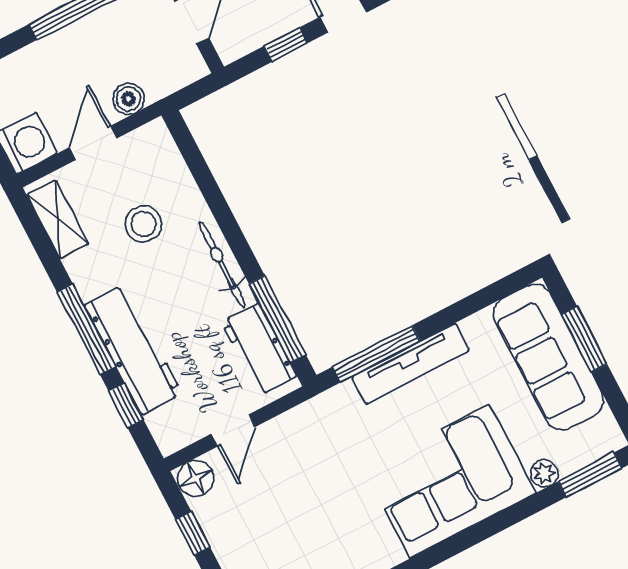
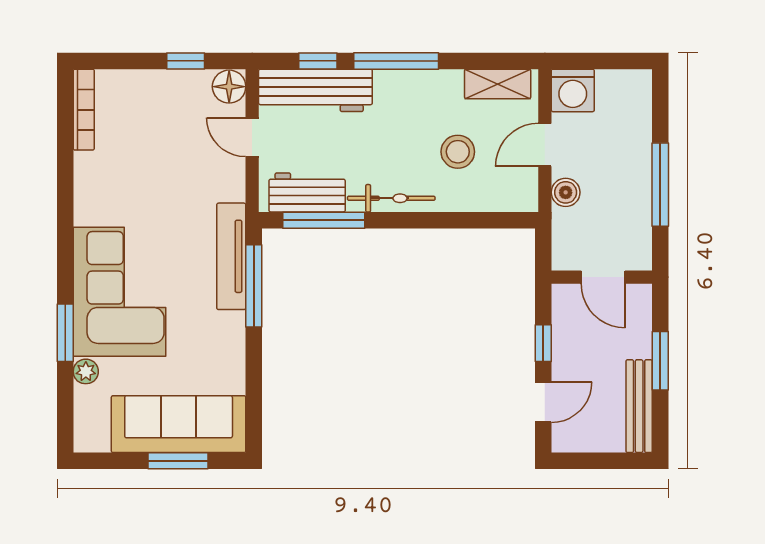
door: (93, 143) -> (545, 145), swing flipped
workbench: (133, 349) -> (315, 90), moved
tv unit: (411, 364) -> (231, 256), moved
window: (590, 475) -> (65, 333), moved

